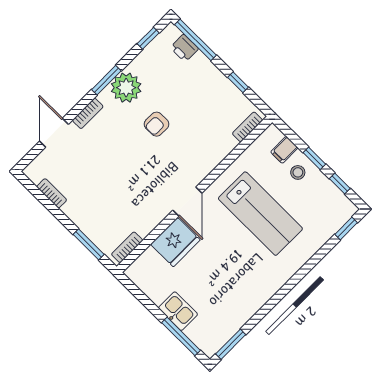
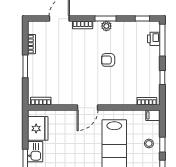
plant: (126, 88) -> (106, 26), width x0.53, depth x0.53
filing cabinet: (284, 150) -> (153, 115), moved
fridge: (175, 242) -> (38, 128), moved, turned -90
window: (89, 244) -> (25, 66), moved

